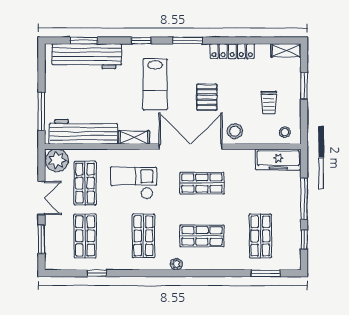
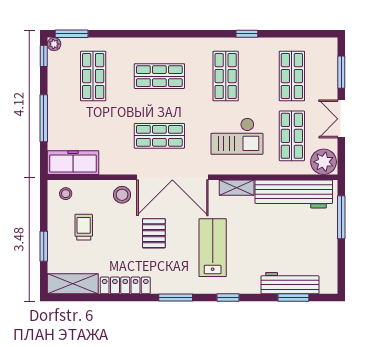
shelving: (286, 50) -> (73, 284), width x1.50, depth x1.33
workbench: (87, 56) -> (290, 283), width x0.73, depth x0.76
window: (304, 240) -> (44, 56), moved
plant: (176, 264) -> (54, 44), moved
window: (97, 273) -> (247, 34), moved
window: (266, 273) -> (72, 34), moved

